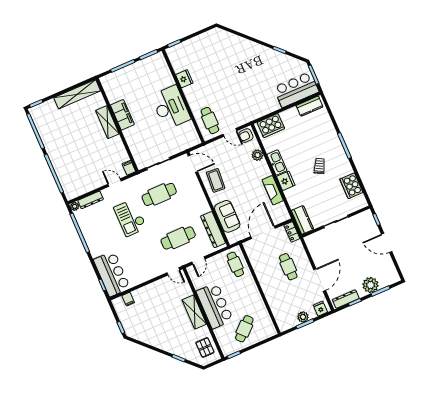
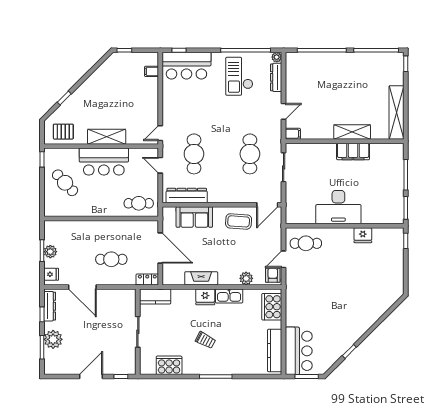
kitchen counter: (310, 106) -> (275, 350), width x1.50
checkout: (130, 218) -> (239, 76), moved, turned -90

